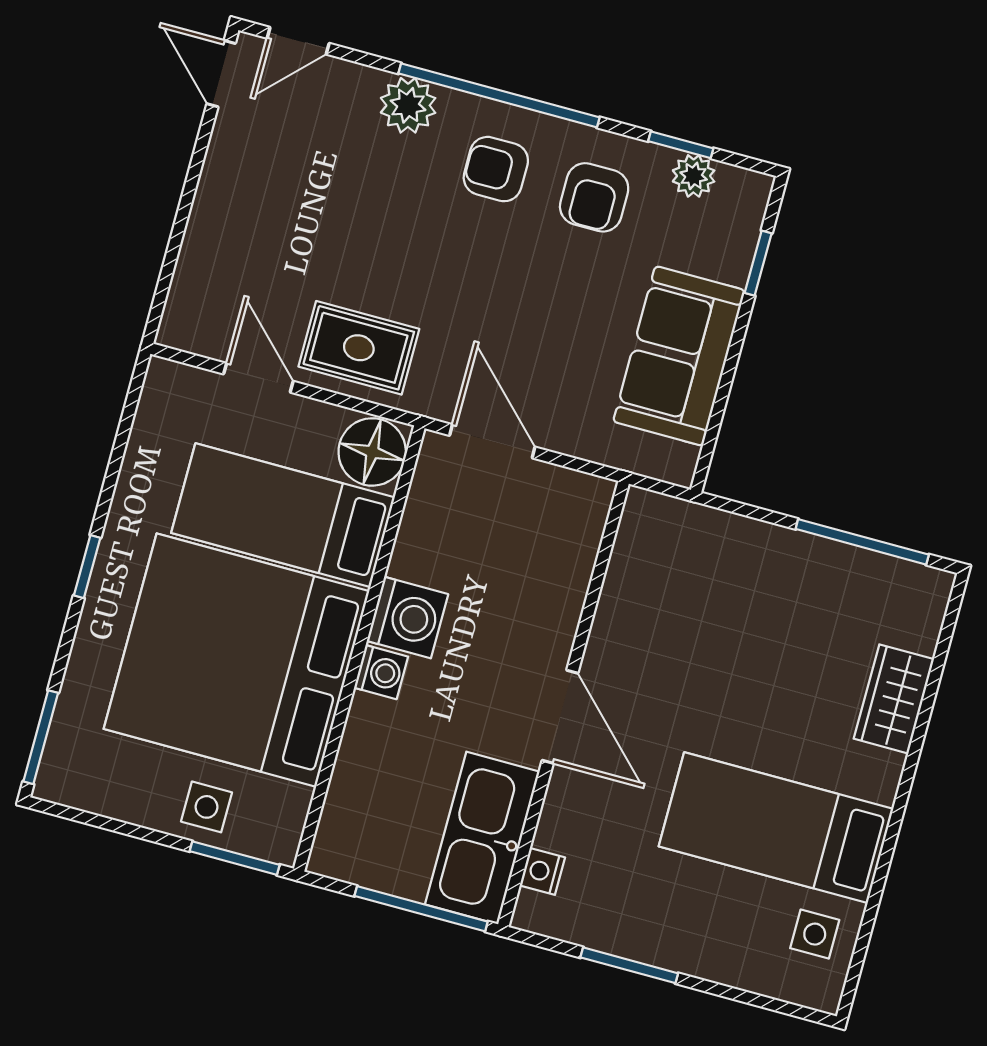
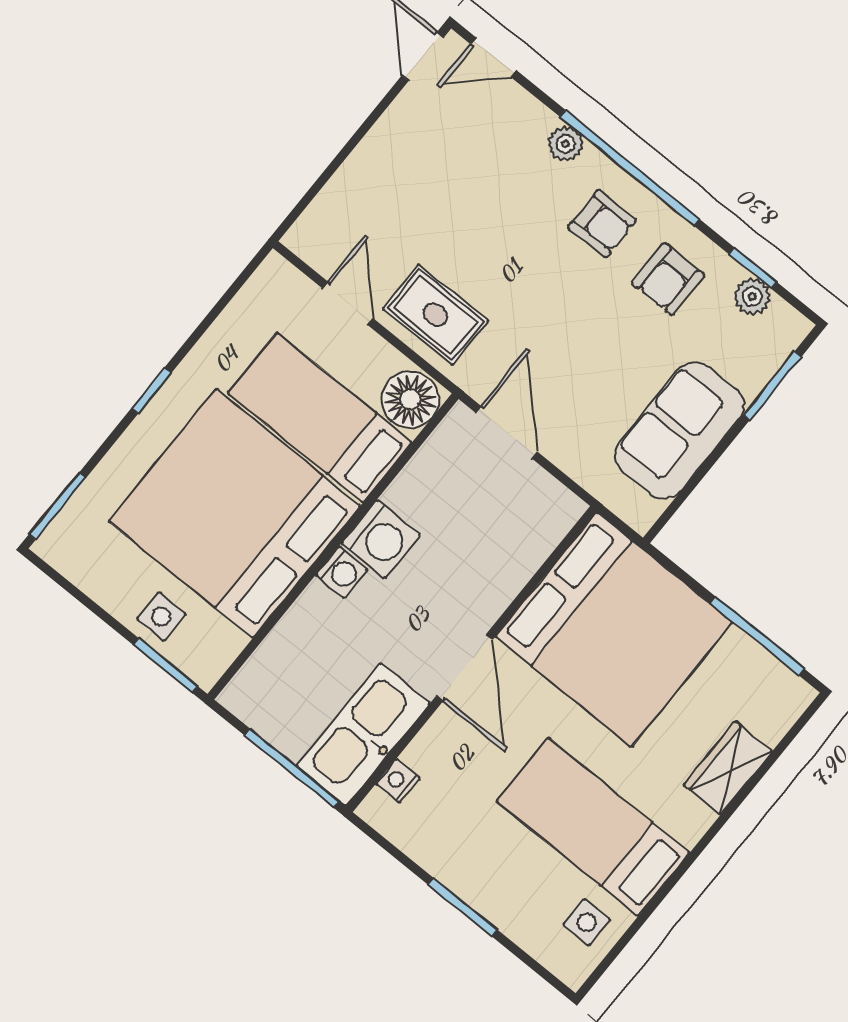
plant: (408, 105) -> (565, 144), width x0.73, depth x0.73
armchair: (496, 169) -> (602, 224), turned 180
window: (758, 263) -> (772, 386), width x1.50
bed: (704, 603) -> (614, 629), added
window: (629, 965) -> (463, 907), moved

